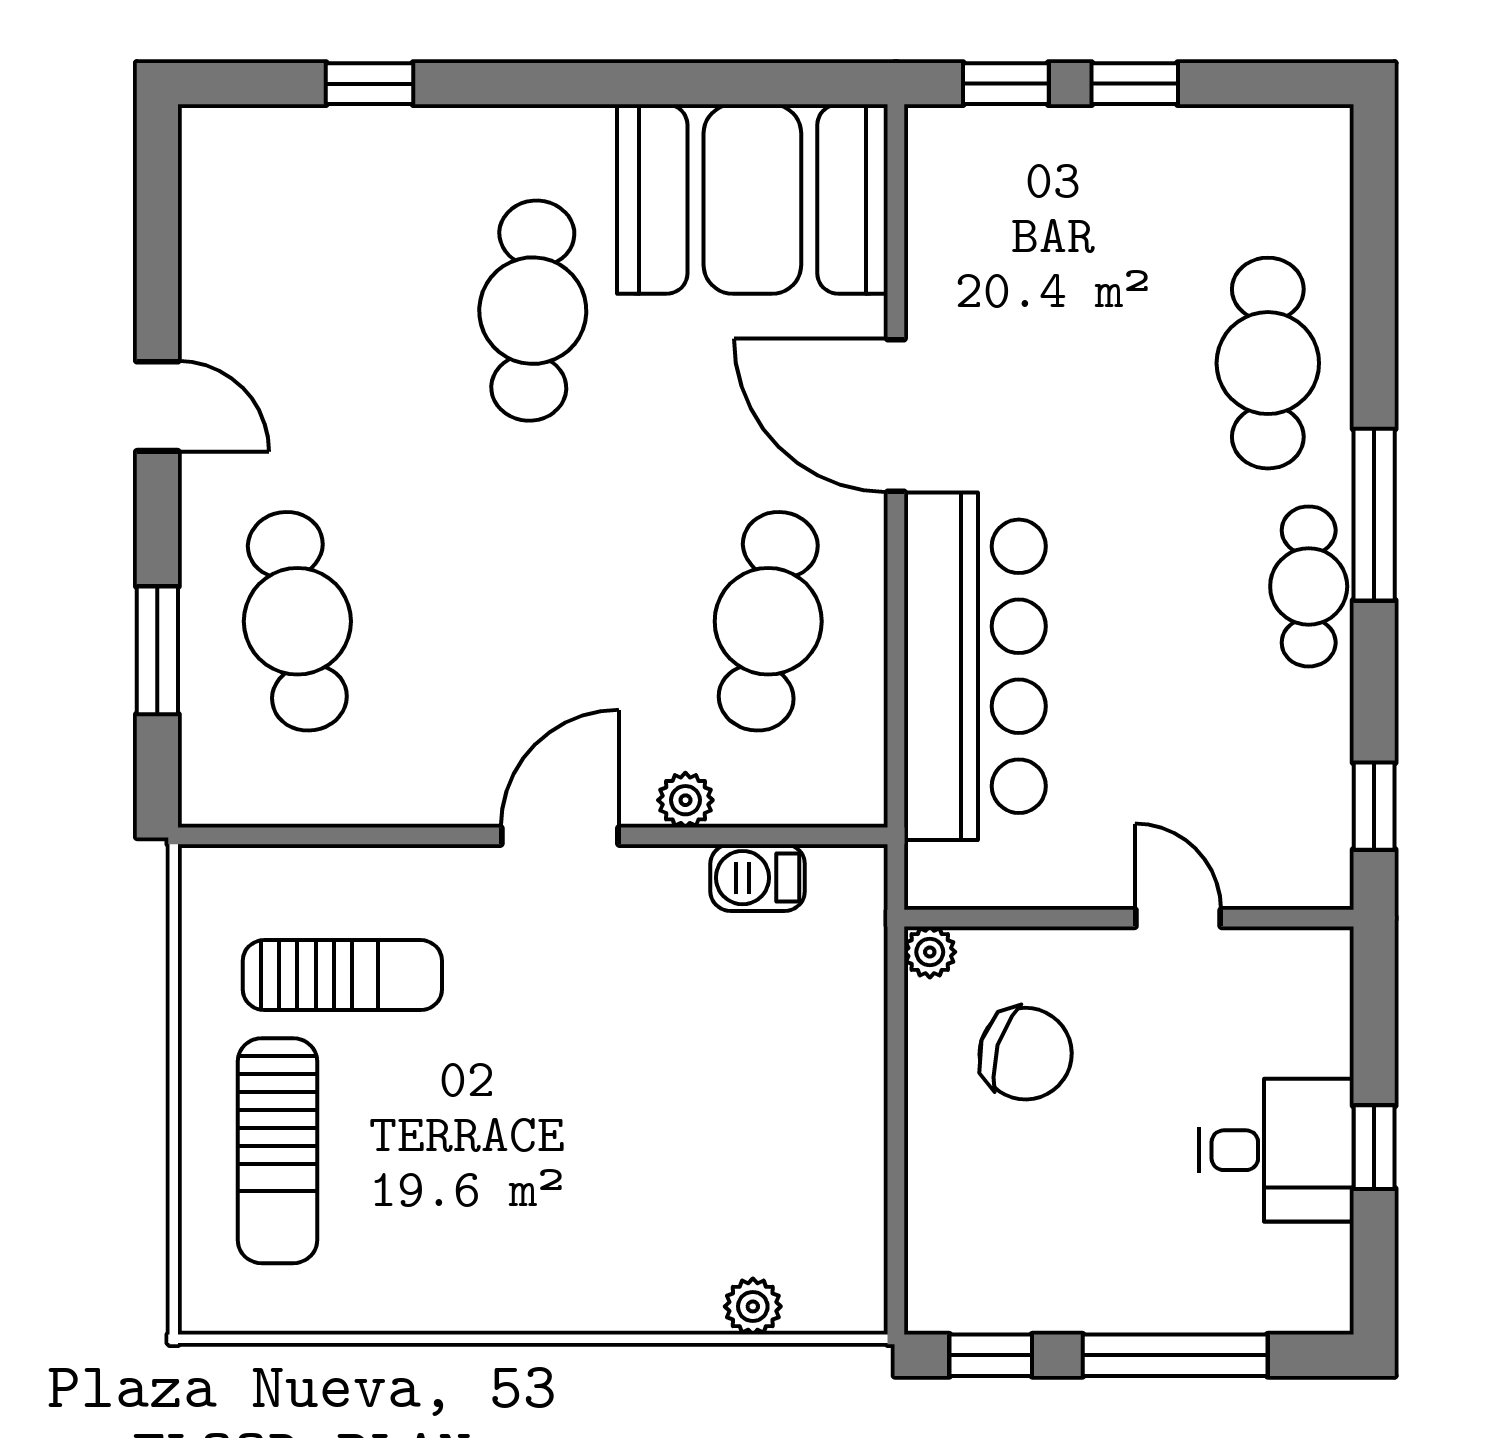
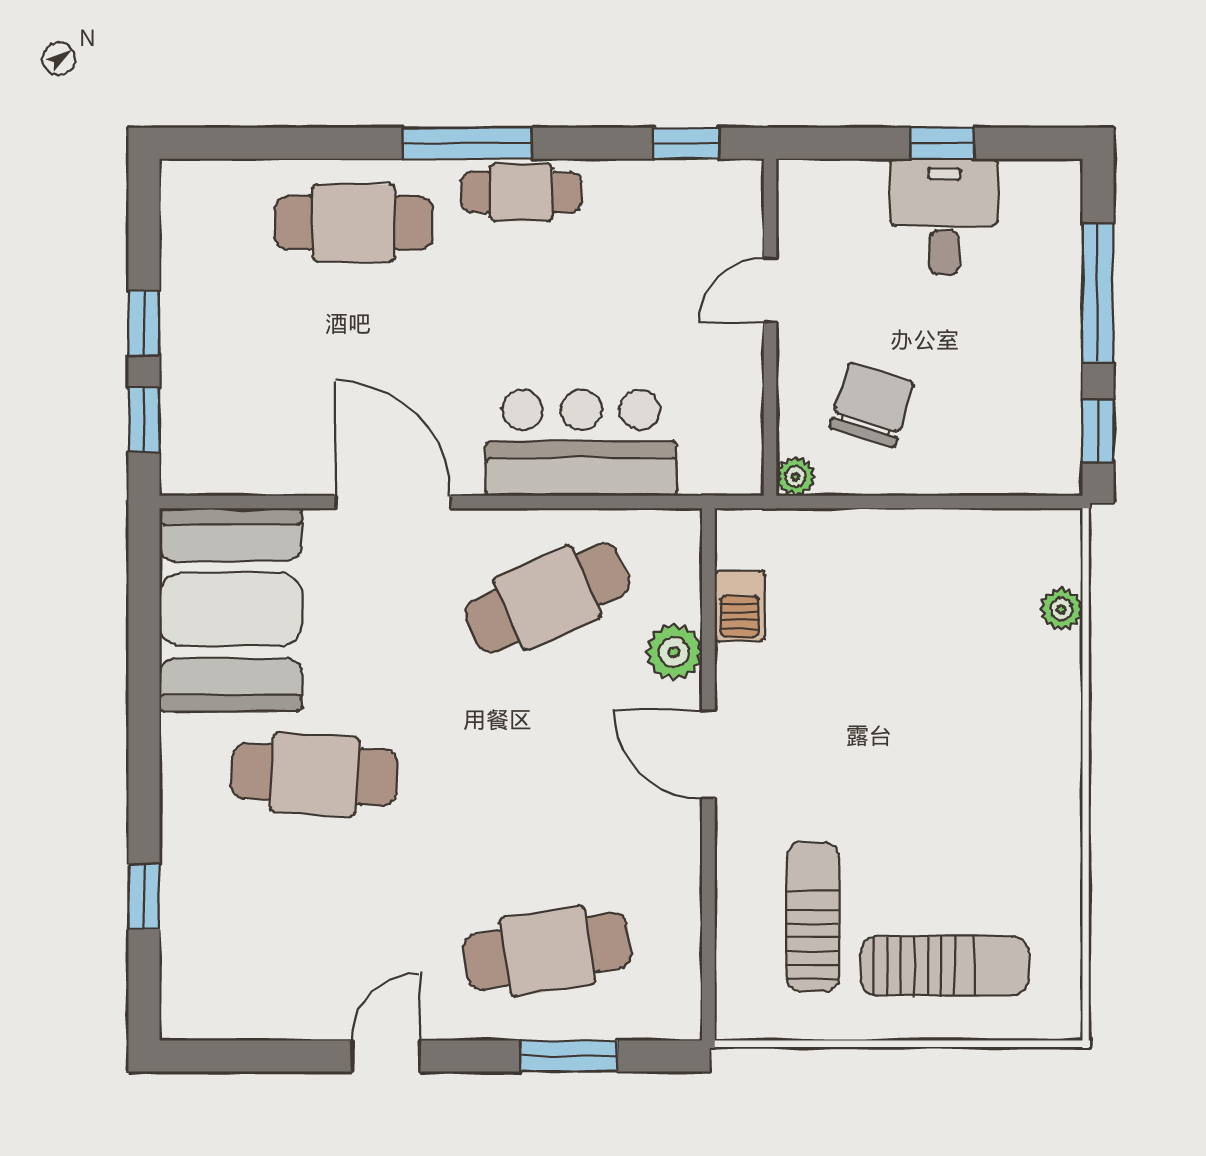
door: (896, 416) -> (393, 502), swing flipped
cafe table: (768, 621) -> (547, 598), turned -33
bar counter: (975, 666) -> (581, 443), width x0.73
plant: (685, 800) -> (674, 652), width x1.38, depth x1.38

